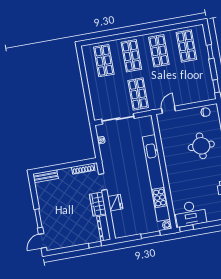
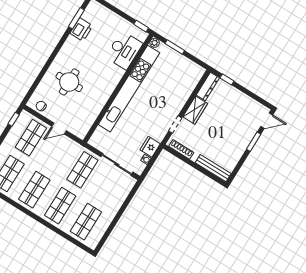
shop shelf: (193, 84) -> (31, 138), added
door: (168, 110) -> (59, 129), moved
bench: (45, 176) -> (213, 168), width x1.36
fridge: (115, 203) -> (150, 147), moved
desk: (190, 214) -> (124, 50), moved, turned 90

